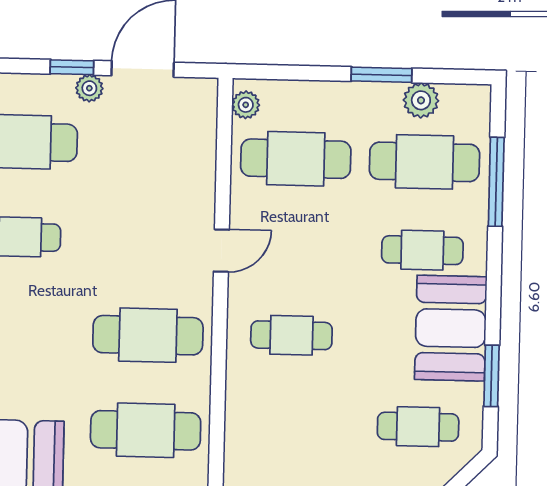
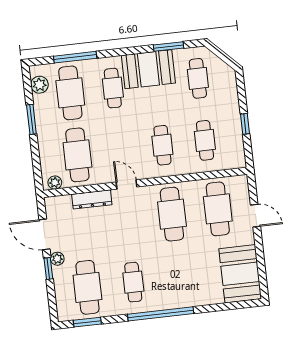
plant: (421, 100) -> (39, 85), moved
dresser: (201, 175) -> (92, 199), added
cafe table: (289, 424) -> (205, 140), added

